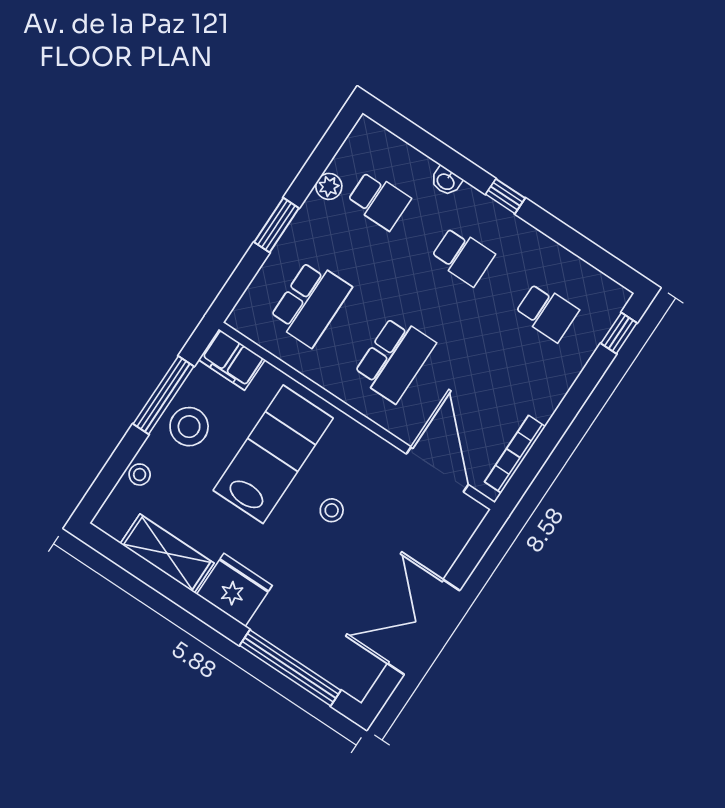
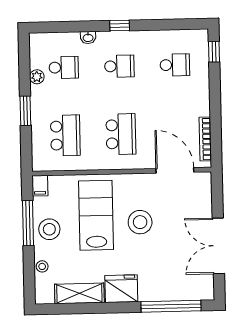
filing cabinet: (232, 360) -> (40, 186), width x0.50
stool: (332, 510) -> (140, 222), width x1.89, depth x1.89

